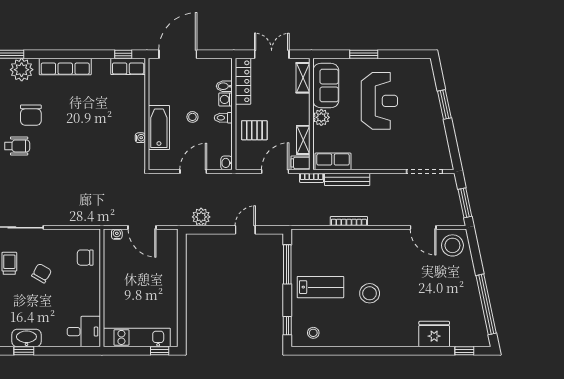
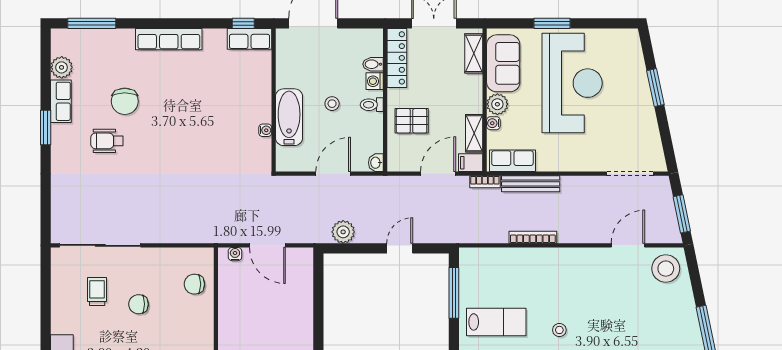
plant: (22, 70) -> (113, 43), removed
reception desk: (379, 101) -> (572, 83), width x1.36, depth x1.30
water cooler: (318, 132) -> (493, 123), added
wheelchair: (17, 146) -> (107, 141), turned 180
door: (423, 227) -> (628, 245), swing flipped
chair: (42, 273) -> (138, 304), turned -120
stool: (370, 293) -> (559, 330), width x0.53, depth x0.53

